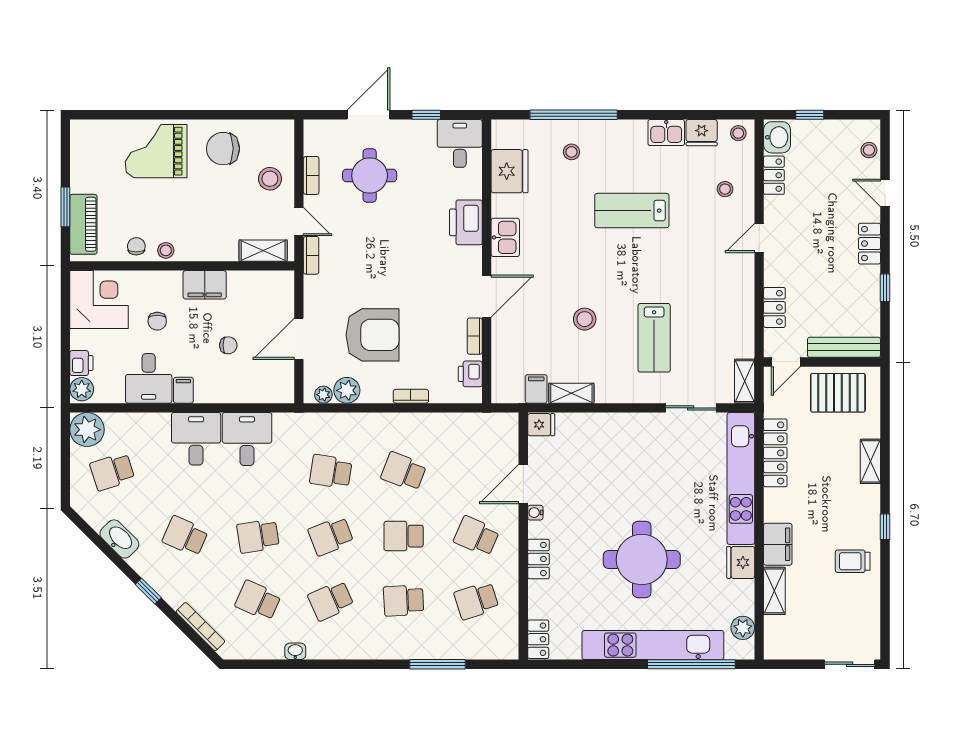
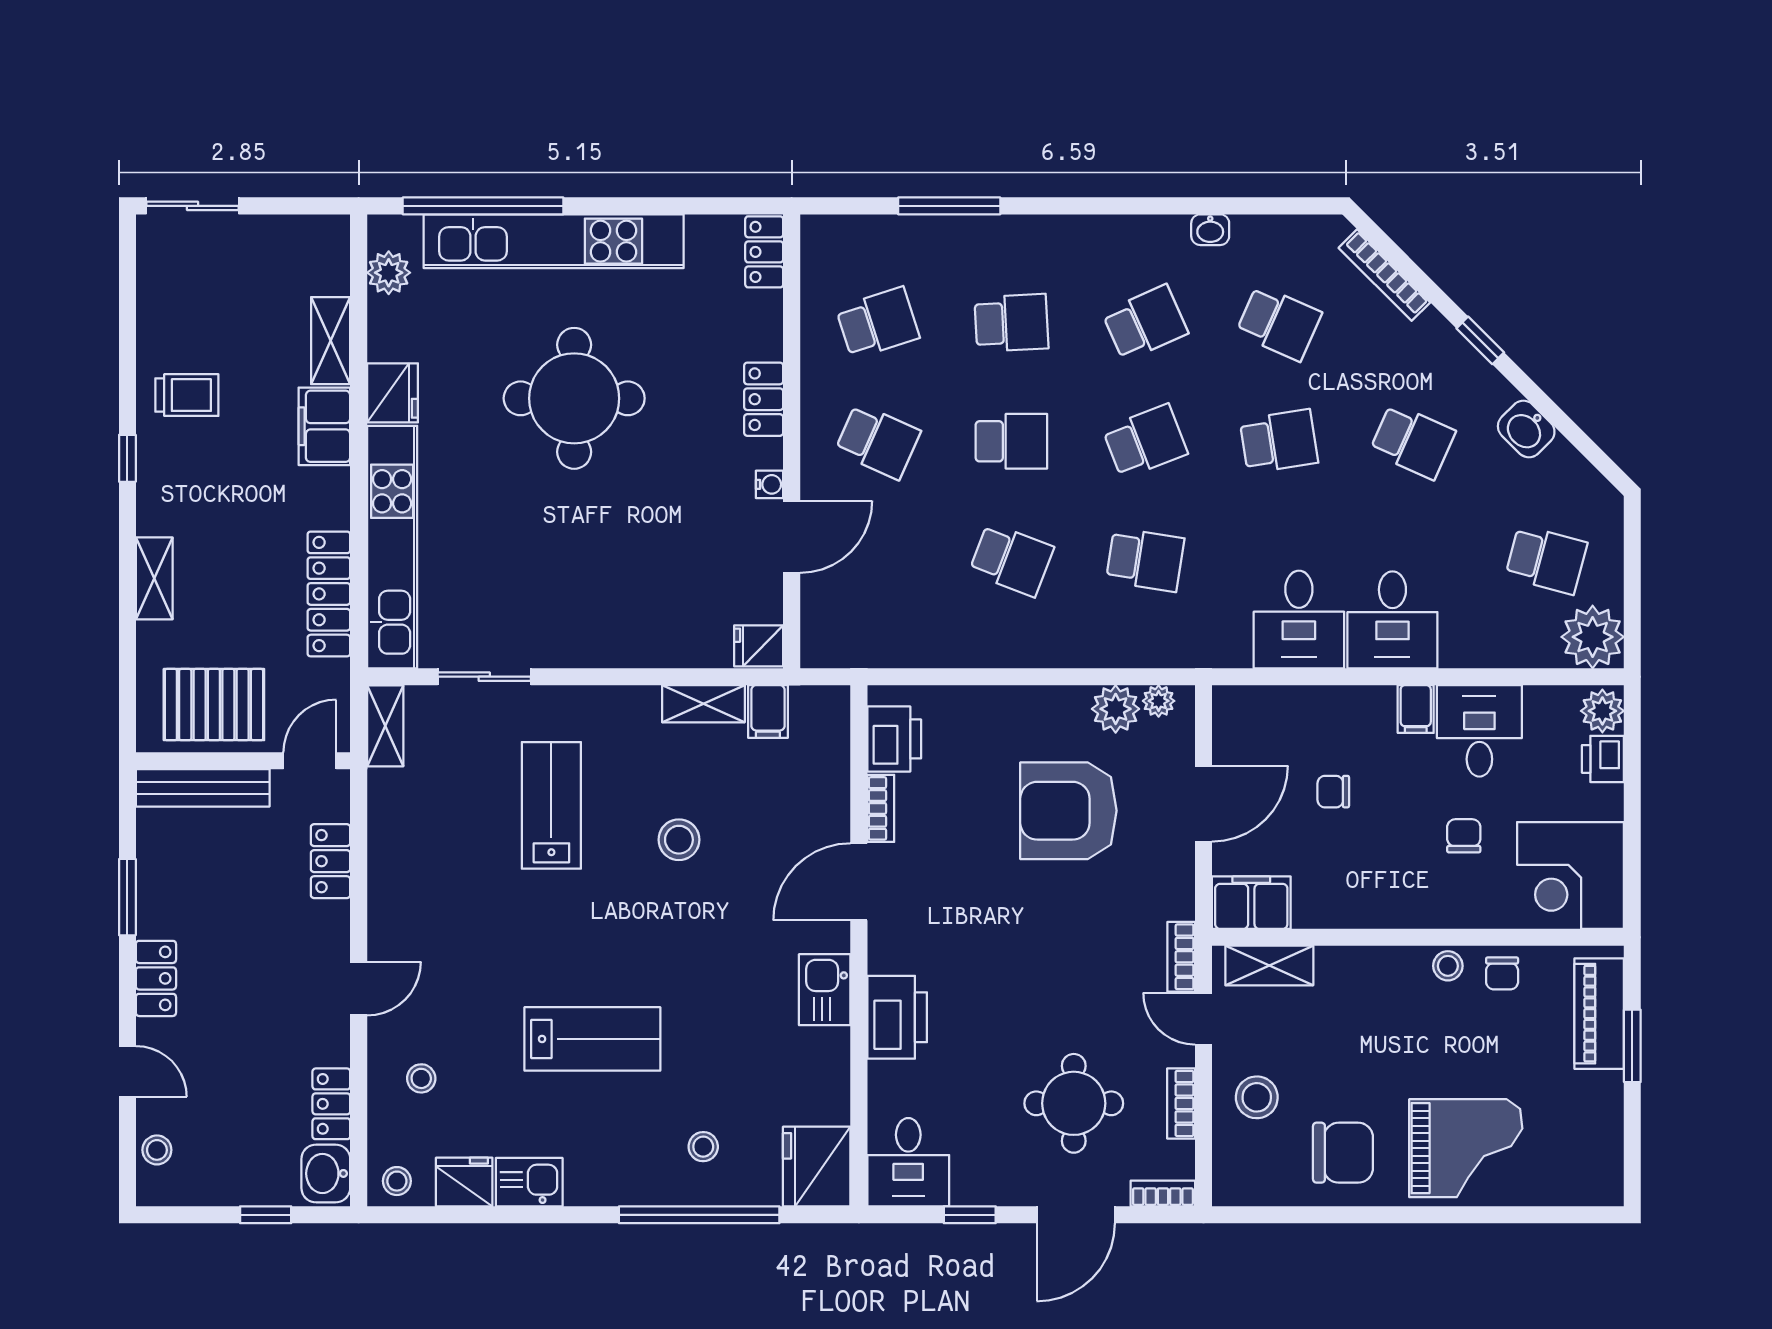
fridge: (510, 171) -> (817, 1167), moved
filing cabinet: (205, 285) -> (1251, 903), moved
window: (885, 288) -> (127, 897), width x1.50
printer: (470, 374) -> (894, 739), width x1.36, depth x1.24
bookcase: (411, 396) -> (1163, 1193), moved, turned 180
school desk: (112, 472) -> (1546, 560), turned 33
washbasin: (119, 539) -> (1526, 429), width x0.72

